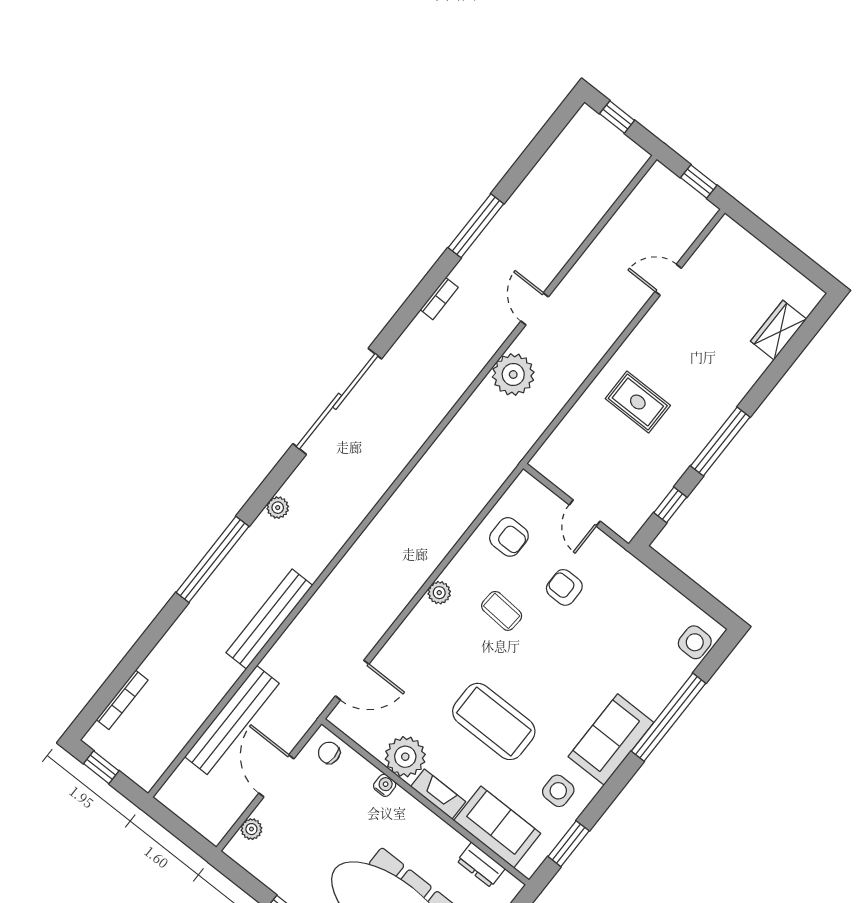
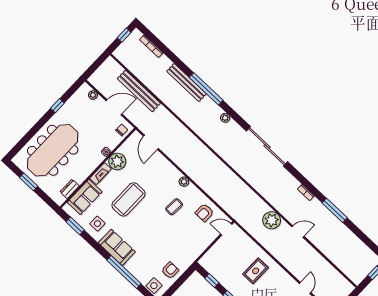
door: (585, 513) -> (226, 229), moved
armchair: (564, 587) -> (170, 271), moved
bench: (269, 619) -> (186, 83), moved

